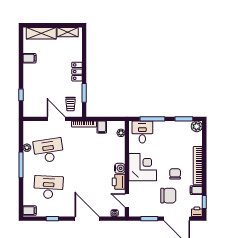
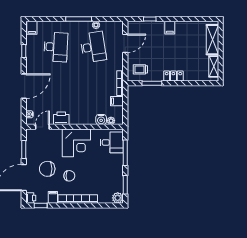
filing cabinet: (29, 58) -> (170, 28), moved
door: (56, 119) -> (125, 43), moved
water cooler: (120, 168) -> (101, 120), moved
chair: (168, 196) -> (47, 169), turned 90

